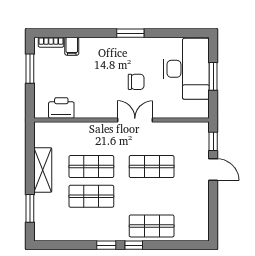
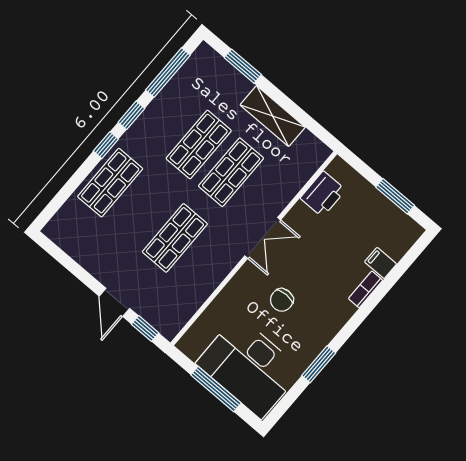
window: (130, 33) -> (319, 364), moved
bookcase: (51, 42) -> (366, 289), moved
window: (213, 76) -> (216, 389), width x1.44
double door: (135, 120) -> (263, 238), moved
door: (213, 170) -> (114, 302), hinge flipped
window: (67, 245) -> (168, 73), added

